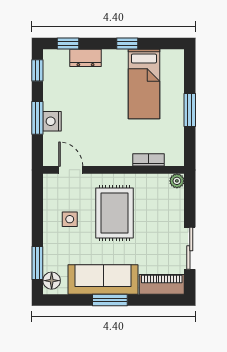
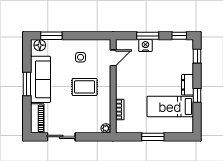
dresser: (85, 58) -> (188, 85), moved
rug: (114, 213) -> (85, 87), width x0.73, depth x0.70

